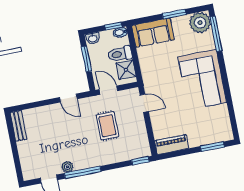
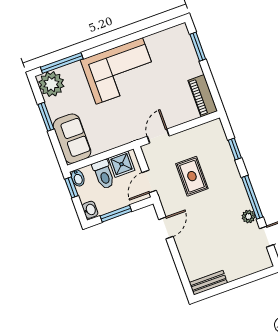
rug: (107, 126) -> (192, 176), turned 90
window: (140, 161) -> (235, 149), moved

